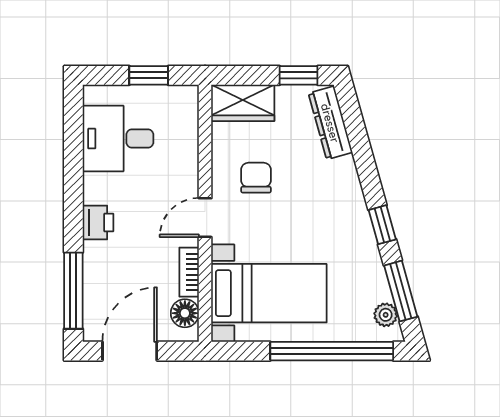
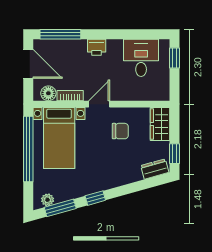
window: (149, 75) -> (175, 58), moved
dresser: (330, 123) -> (155, 169), width x0.70
door: (205, 218) -> (99, 104), hinge flipped
window: (332, 351) -> (28, 149), moved

